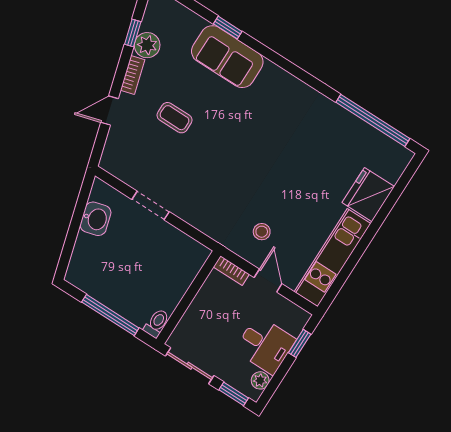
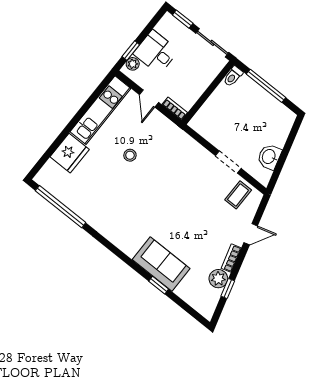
coffee table: (175, 118) -> (238, 195), moved, turned 90
stool: (262, 232) -> (130, 155), moved
plant: (260, 380) -> (133, 64), moved

